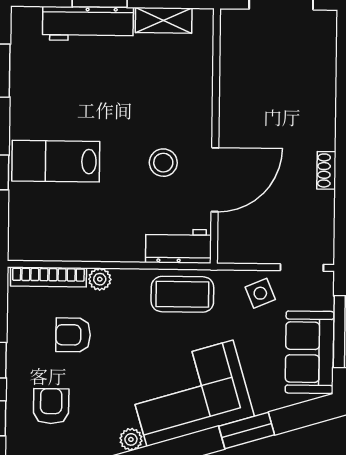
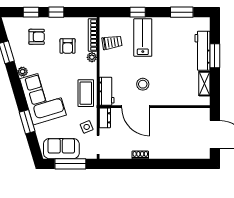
trolley: (66, 233) -> (112, 42), added
dresser: (240, 251) -> (105, 118), added
armchair: (73, 335) -> (68, 46), turned 180

